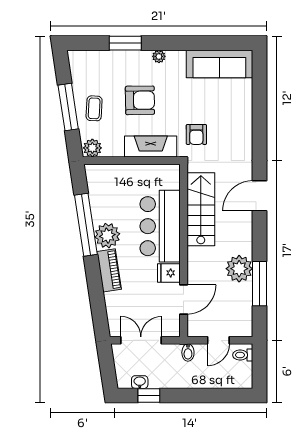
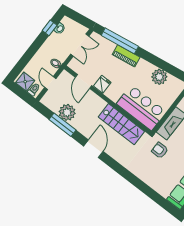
door: (260, 196) -> (93, 149), moved
window: (86, 225) -> (120, 41), moved
bar counter: (160, 226) -> (141, 108), moved
plant: (107, 236) -> (159, 77), moved
plant: (239, 269) -> (67, 112), moved
shower: (241, 374) -> (25, 82), added

